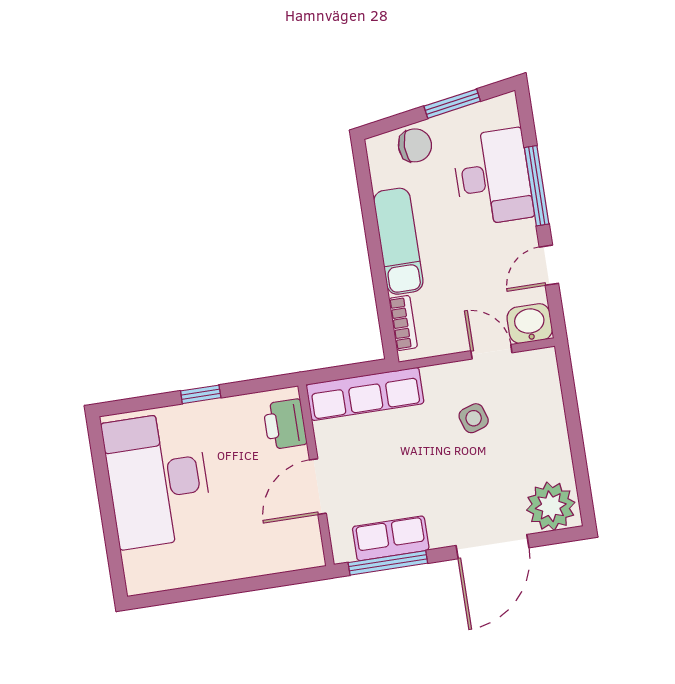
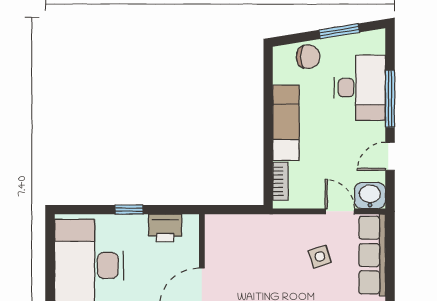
row of seats: (365, 394) -> (372, 255), moved, turned 90
printer: (285, 424) -> (165, 228), moved, turned -90

